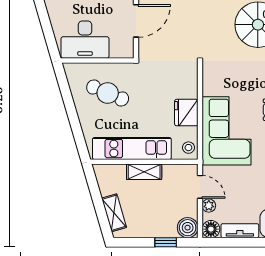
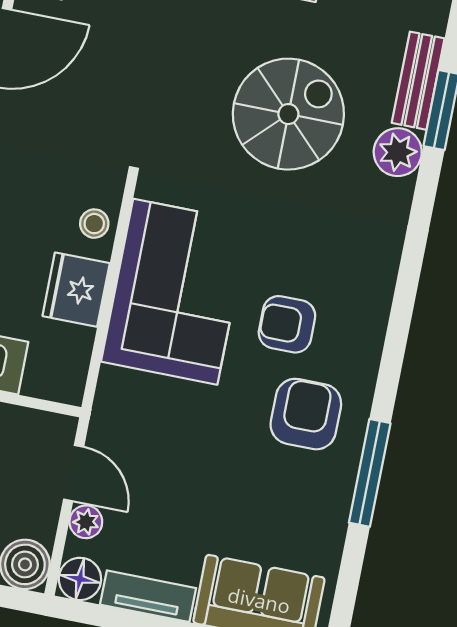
corner sofa: (226, 131) -> (175, 292), moved
stool: (188, 148) -> (94, 224), moved

